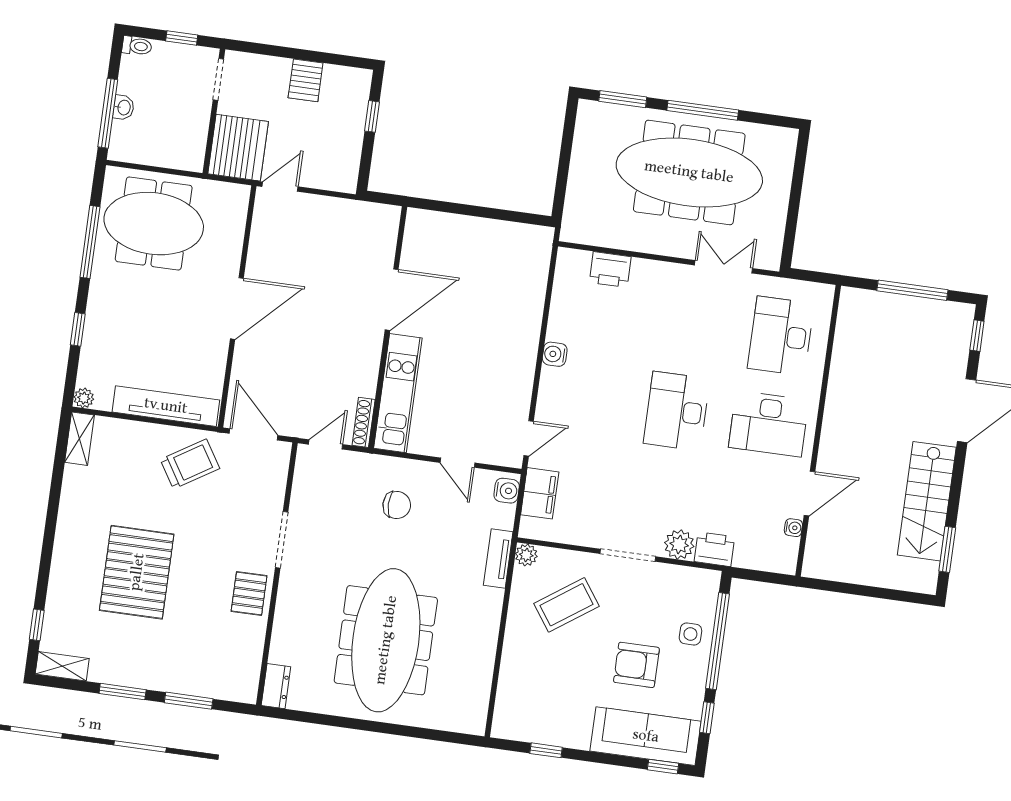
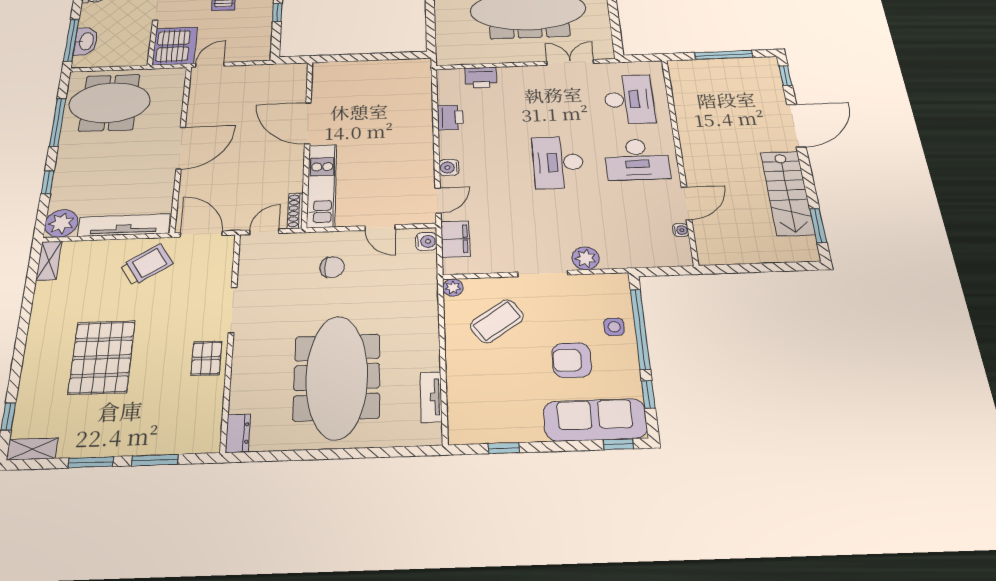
washbasin: (124, 107) -> (86, 41), width x1.91, depth x1.45
door: (392, 300) -> (308, 123), swing flipped
desk: (781, 336) -> (629, 99), turned 180
water cooler: (555, 354) -> (449, 167), moved
plant: (84, 398) -> (61, 223), width x1.88, depth x1.88
printer: (714, 549) -> (450, 117), moved, turned 90
tv unit: (498, 559) -> (431, 397), moved

